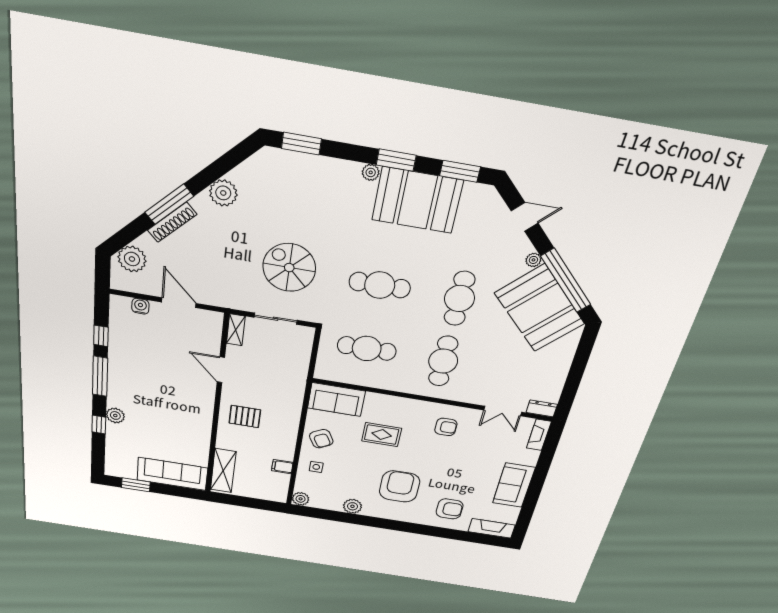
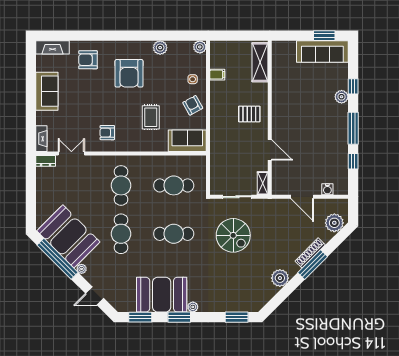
rug: (382, 435) -> (151, 117), turned 90
sofa: (172, 474) -> (322, 51), moved

